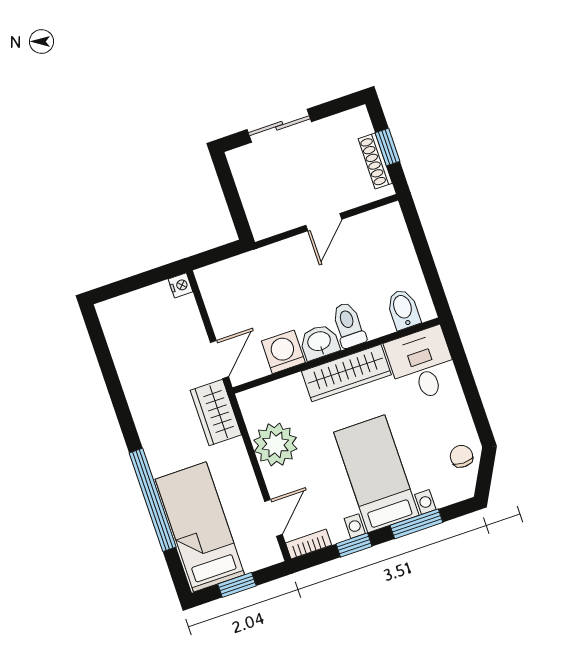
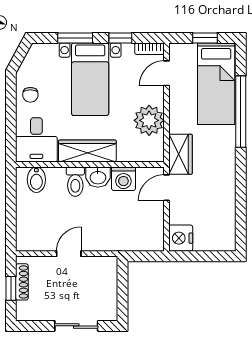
nightstand: (180, 285) -> (181, 238), width x1.89, depth x1.79
chair: (461, 456) -> (30, 95), moved

